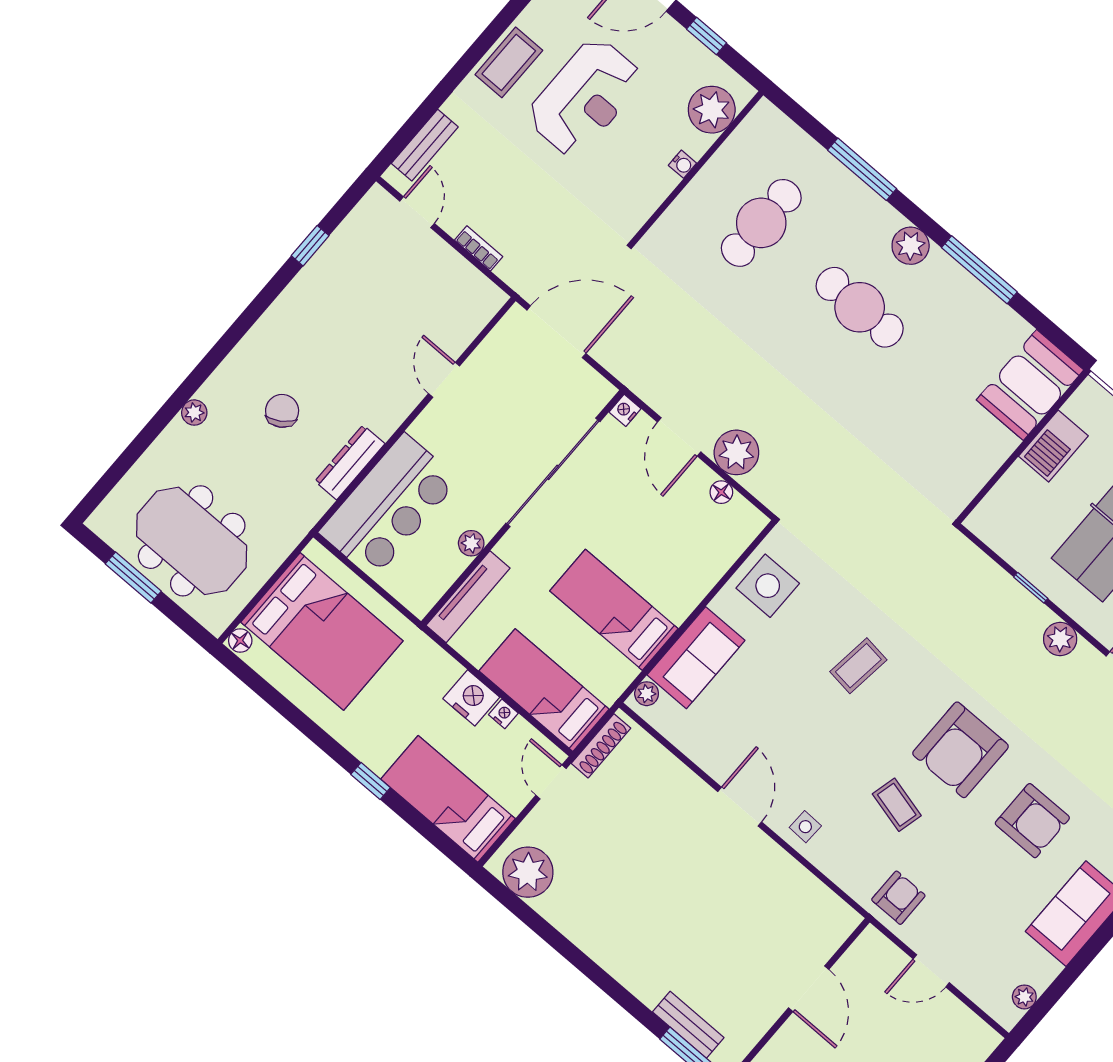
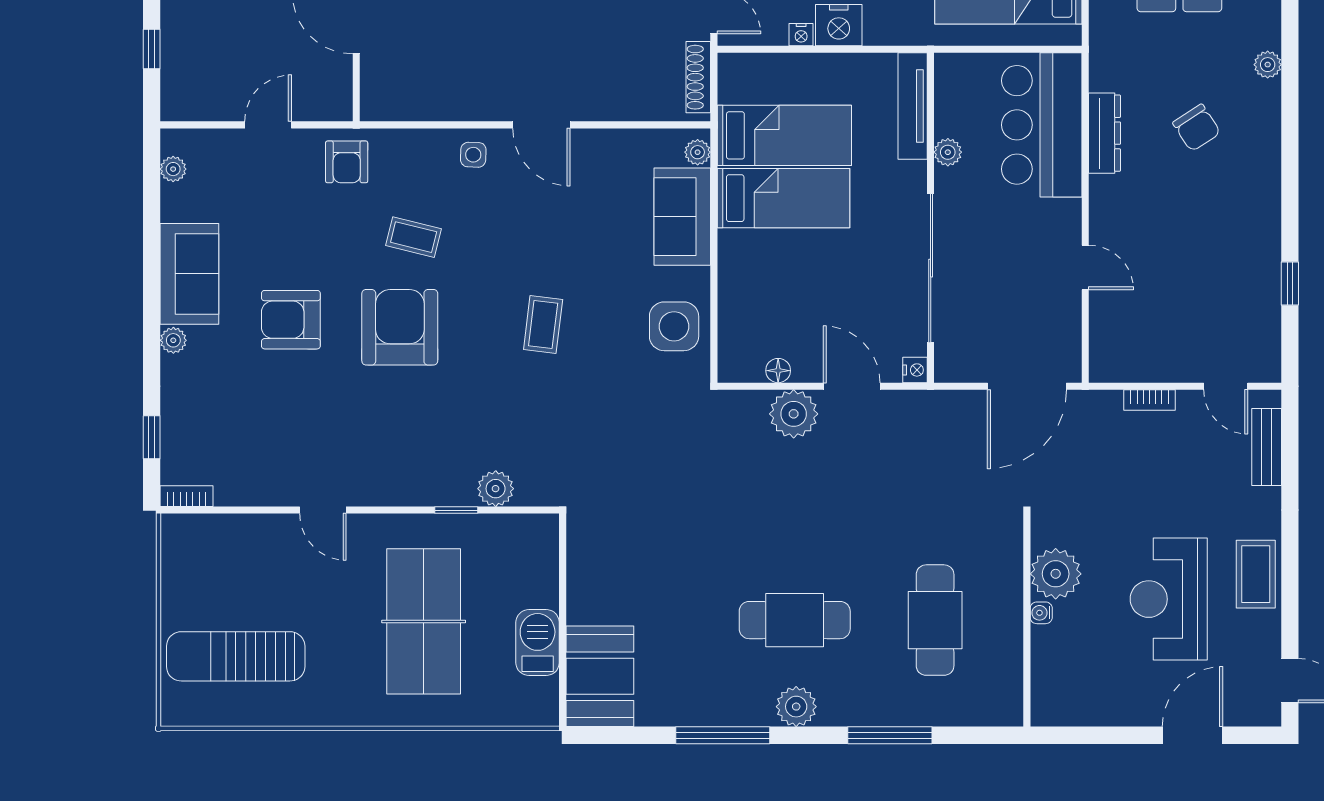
window: (707, 36) -> (1112, 735), removed
plant: (712, 110) -> (1056, 574), moved
plant: (1060, 639) -> (496, 489), moved
bed: (544, 690) -> (784, 135), moved

